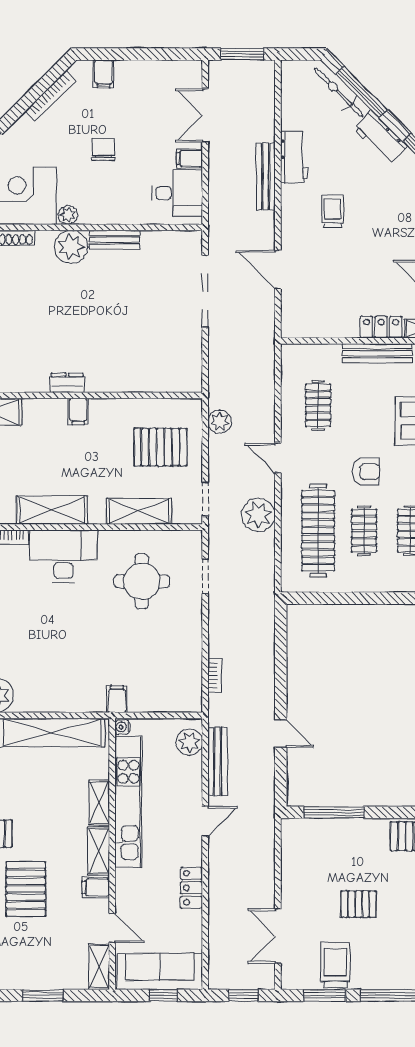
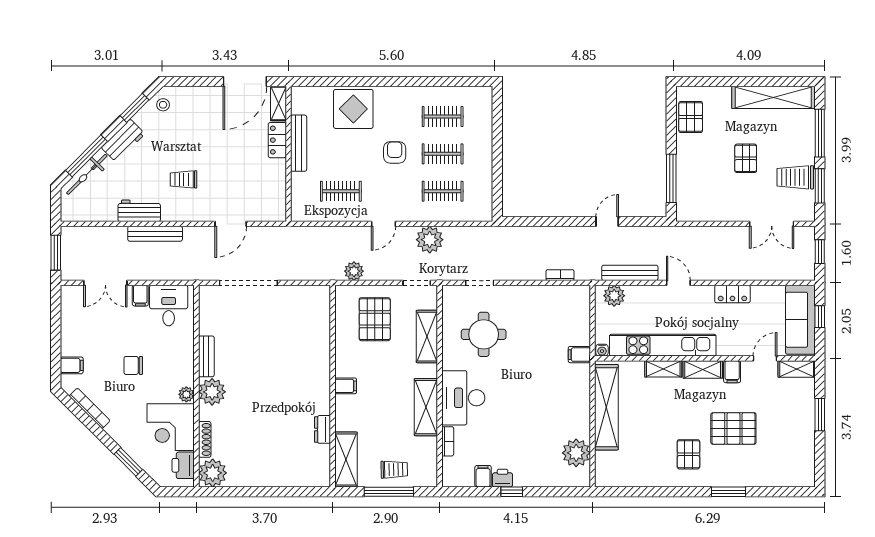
dresser: (67, 383) -> (323, 429), moved
clothes rail: (318, 531) -> (443, 191), width x0.54, depth x0.76

